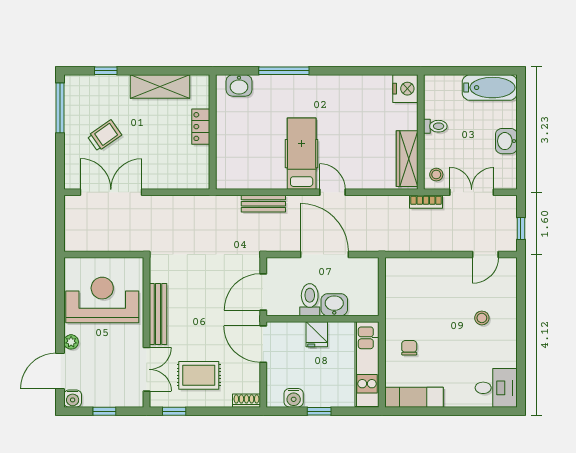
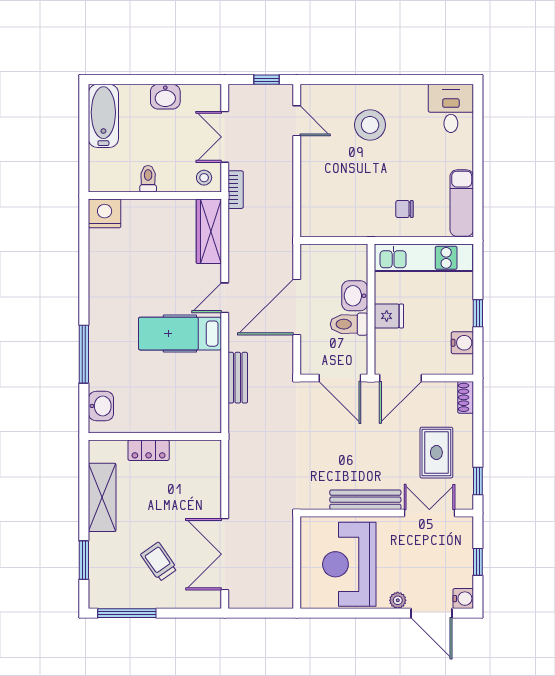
window: (106, 71) -> (84, 560), width x1.50
wardrobe: (407, 159) -> (209, 231), moved, turned 90
stool: (482, 318) -> (370, 125), width x1.89, depth x1.89

